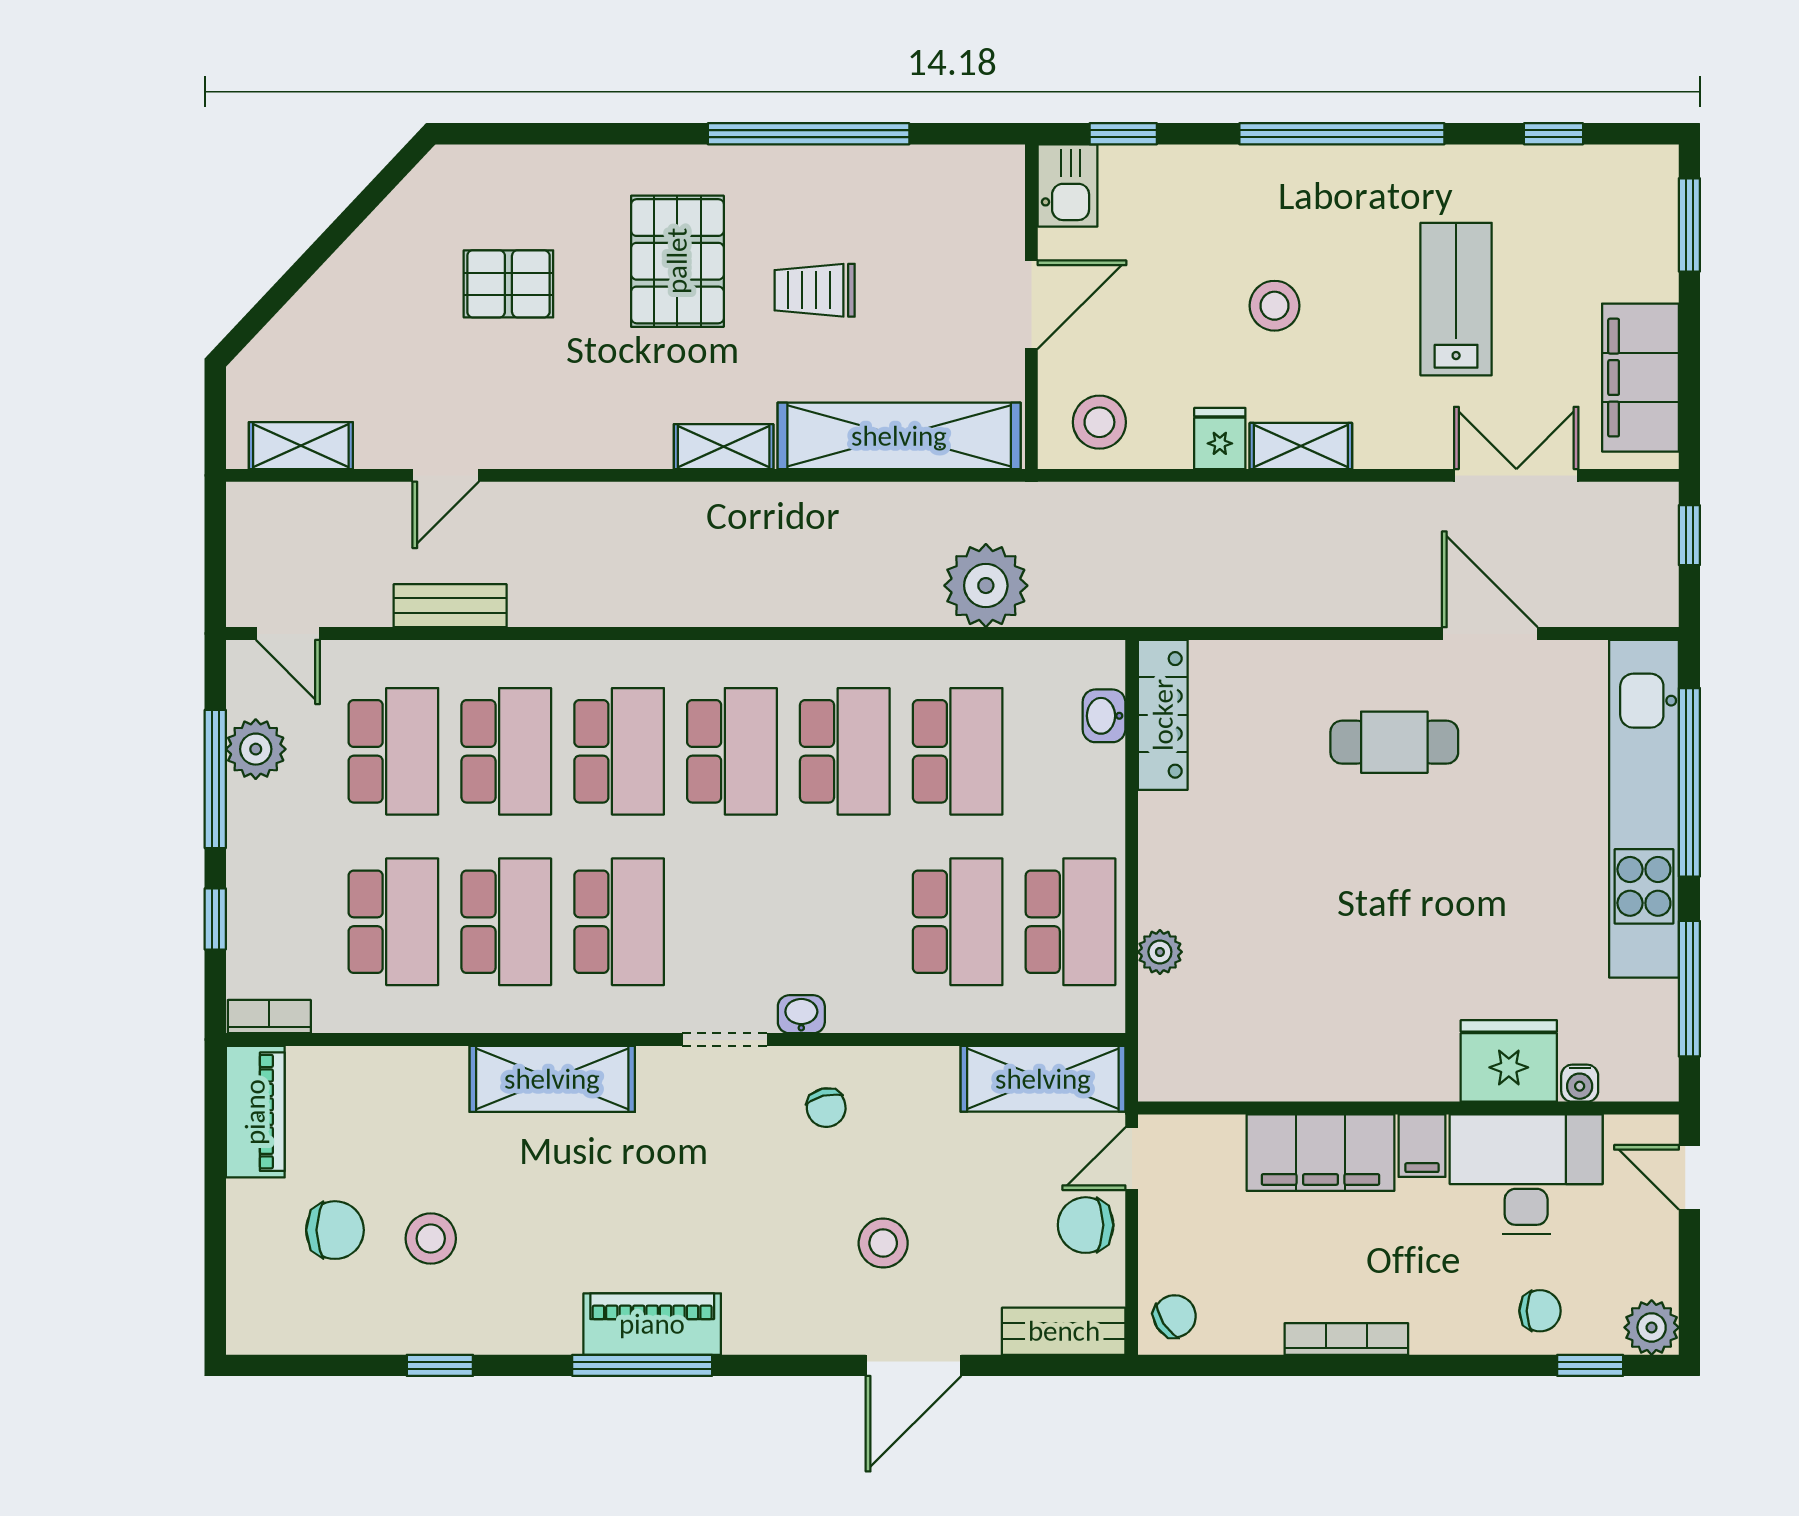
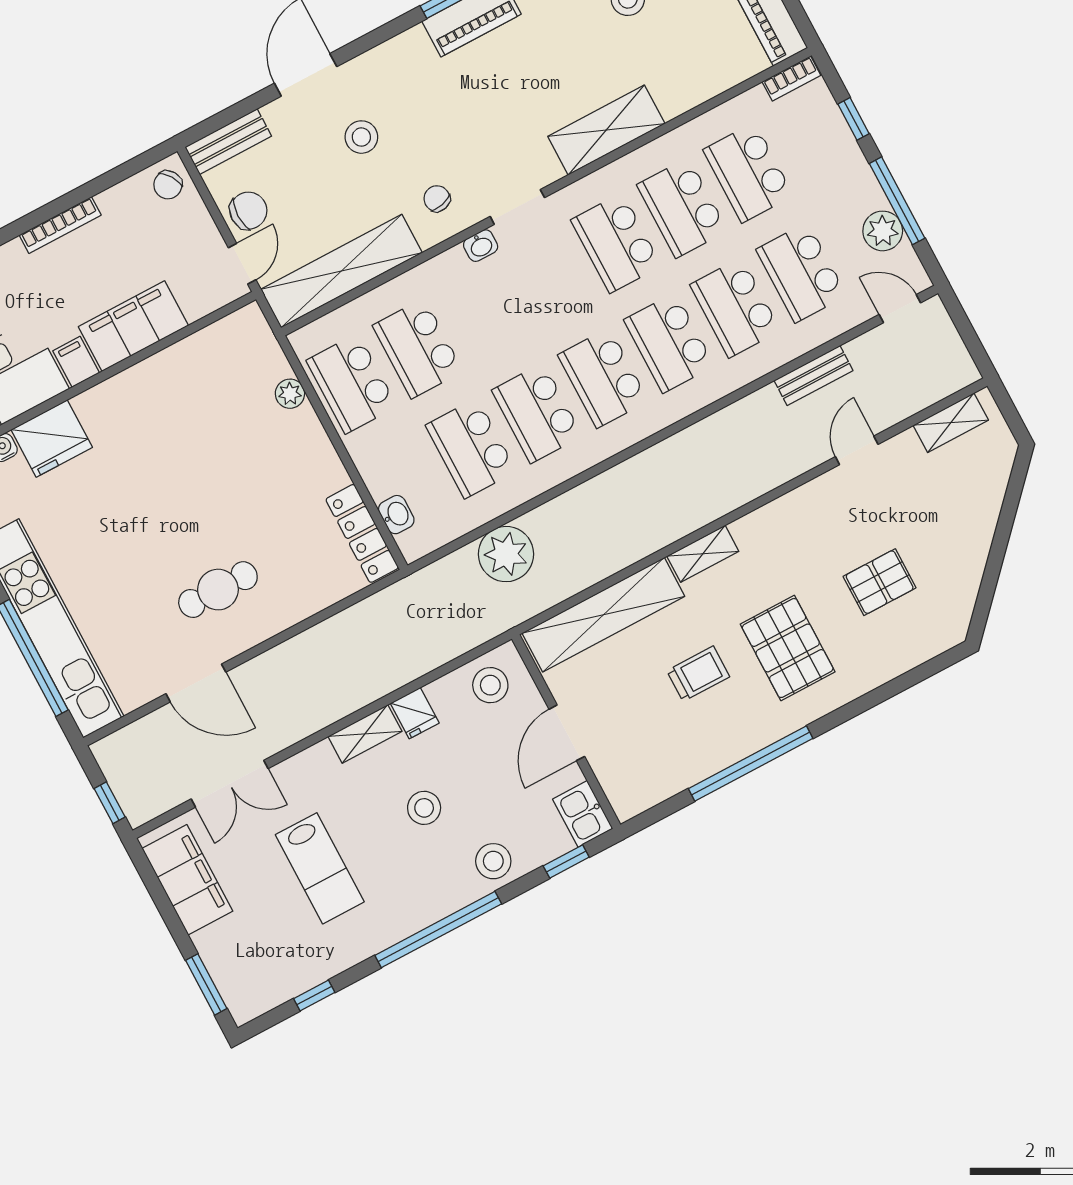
stool: (1220, 186) -> (493, 861), added
shelving: (1043, 1079) -> (341, 271), width x1.47

